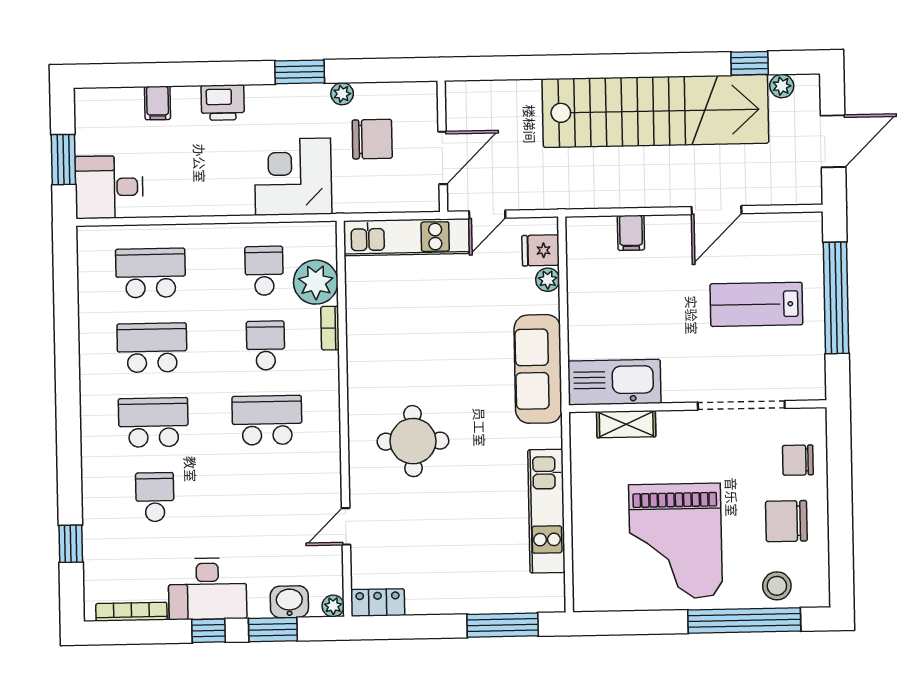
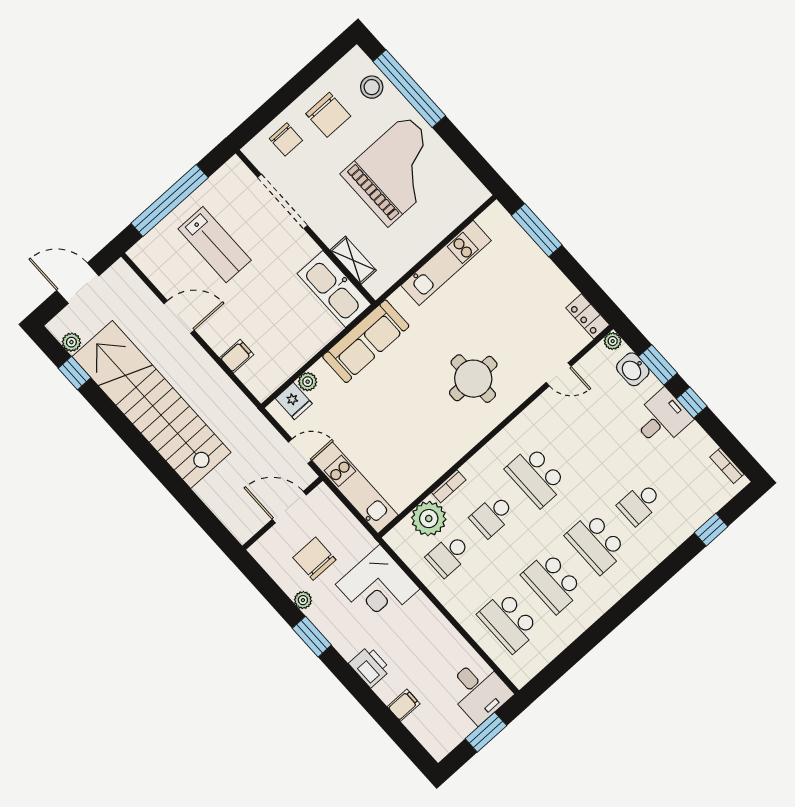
desk: (208, 589) -> (662, 419), width x0.73
bookcase: (131, 612) -> (727, 466), width x0.64

